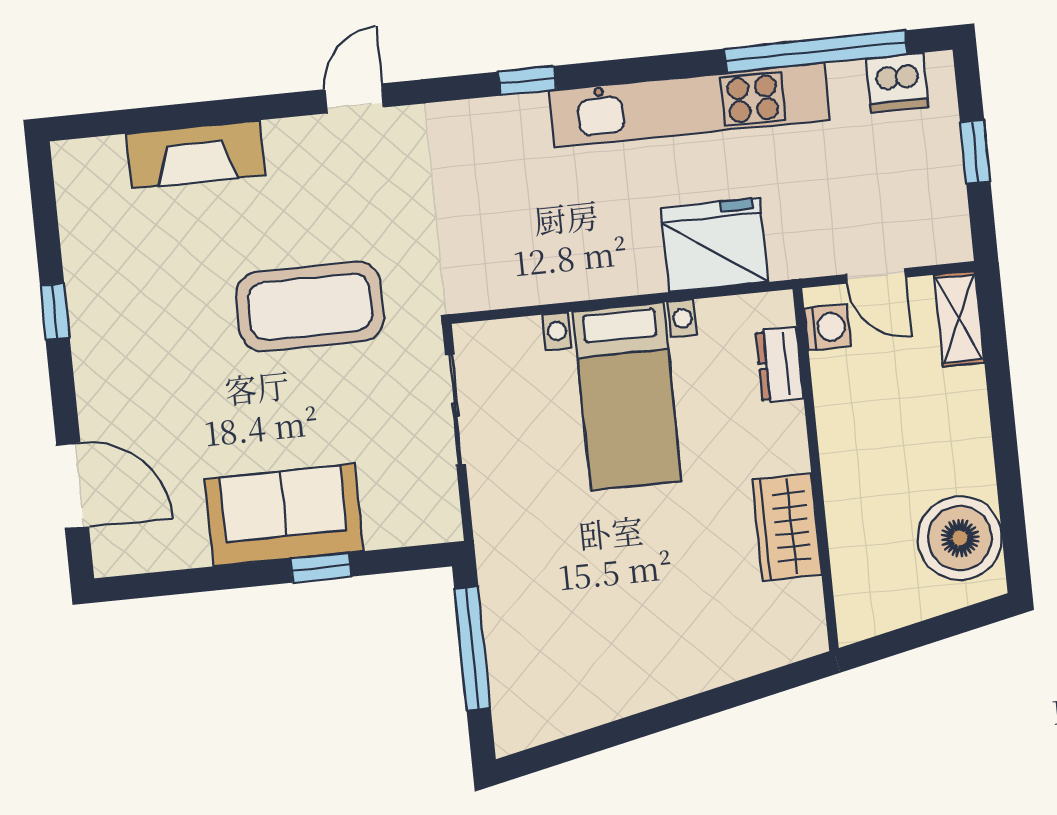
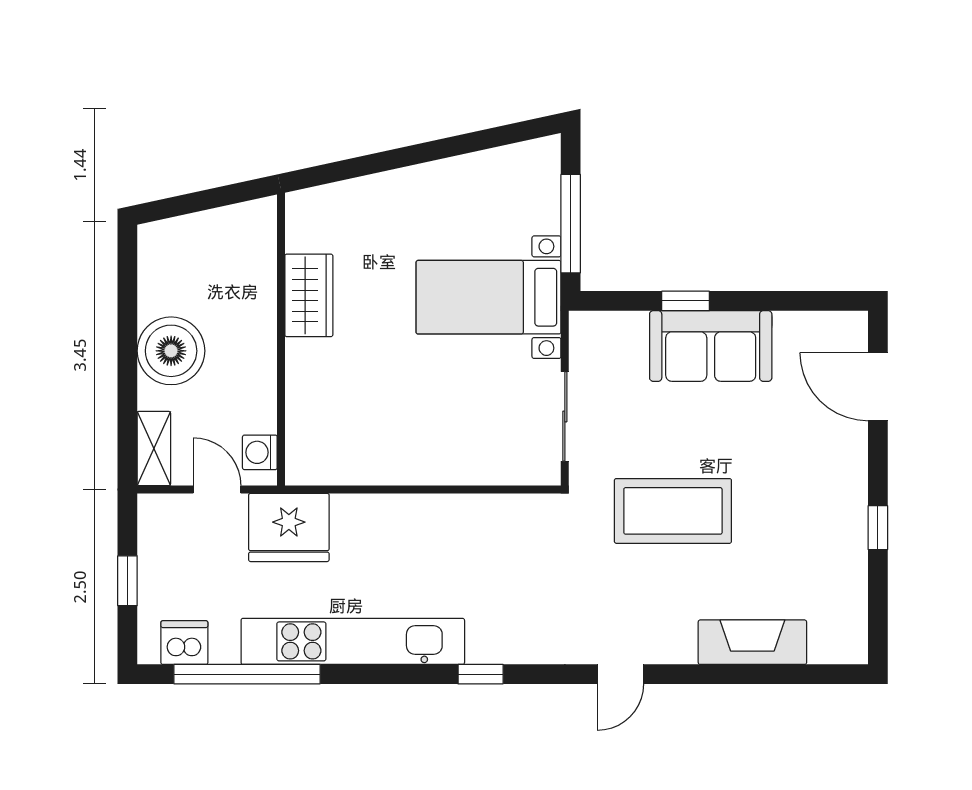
fridge: (714, 245) -> (289, 527), moved
dresser: (780, 365) -> (301, 426), removed
bed with nightstands: (627, 396) -> (489, 297), moved, turned -90
boiler: (960, 538) -> (171, 351), moved

